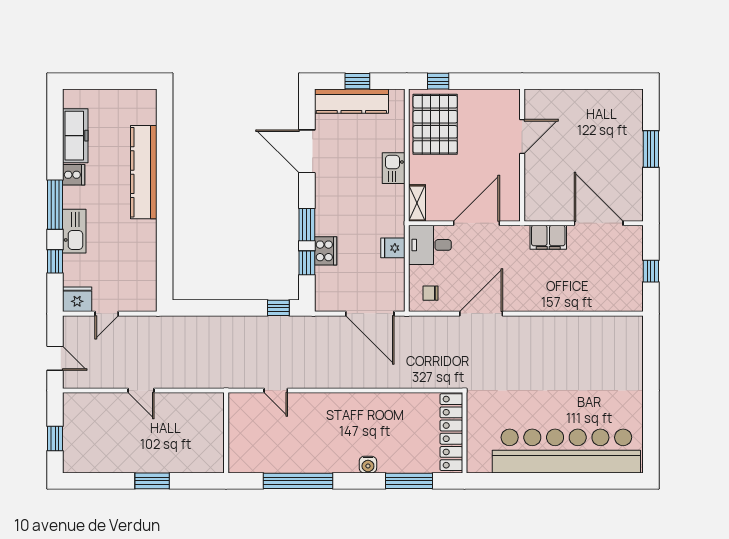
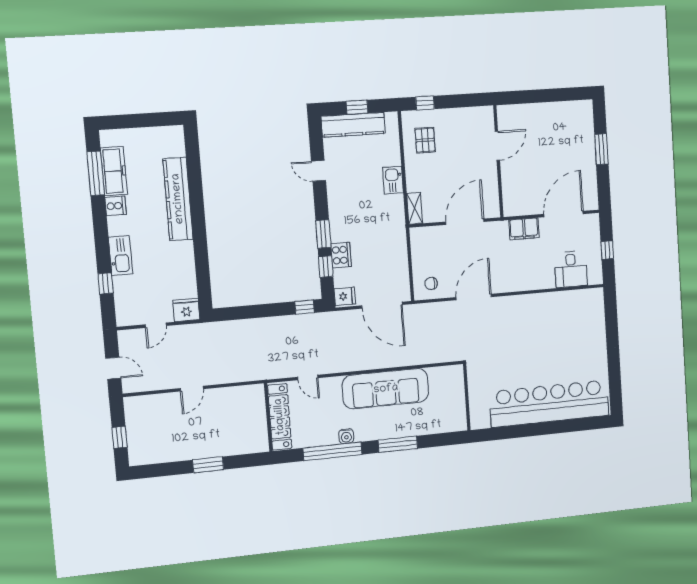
pallet: (435, 124) -> (425, 140), width x0.49, depth x0.50
door: (307, 151) -> (319, 171), width x0.53
window: (55, 205) -> (96, 173), moved
door: (599, 223) -> (564, 214), hinge flipped
desk: (430, 245) -> (571, 269), moved, turned -90
fridge: (393, 248) -> (345, 296), moved, turned 180
fridge: (77, 299) -> (186, 310), moved
door: (141, 391) -> (192, 389), hinge flipped
sofa: (367, 413) -> (386, 389), added
locker: (451, 432) -> (280, 417), moved, turned 180
water cooler: (368, 465) -> (346, 436), moved
window: (409, 481) -> (398, 444), moved

